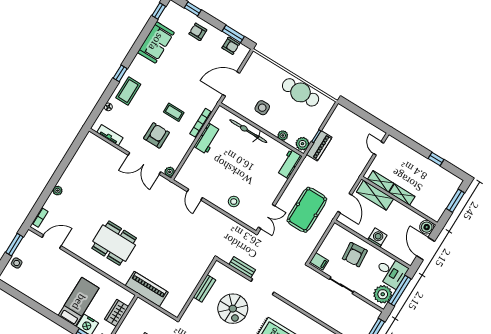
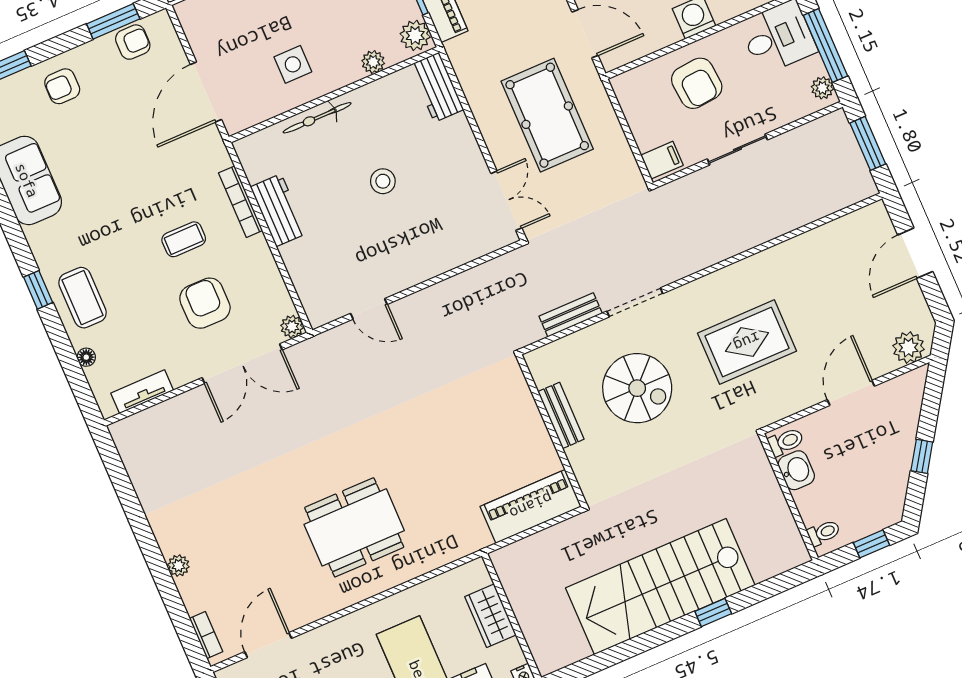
bicycle: (248, 131) -> (317, 118), width x0.73, depth x0.71
stool: (234, 202) -> (383, 181), moved
piano: (147, 289) -> (531, 506), moved
plant: (383, 294) -> (822, 88), width x0.53, depth x0.53

